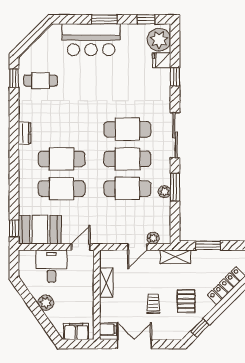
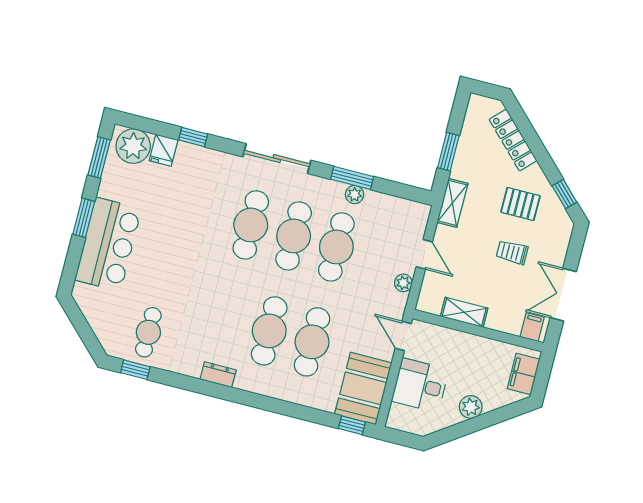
window: (146, 19) -> (99, 157), width x1.50
plant: (153, 238) -> (403, 283), moved

